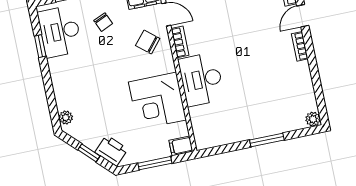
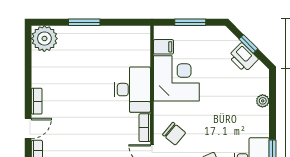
plant: (66, 118) -> (263, 101), moved
plant: (313, 119) -> (44, 39), width x1.87, depth x1.87
filing cabinet: (181, 146) -> (163, 47), moved
printer: (111, 151) -> (243, 58), moved

